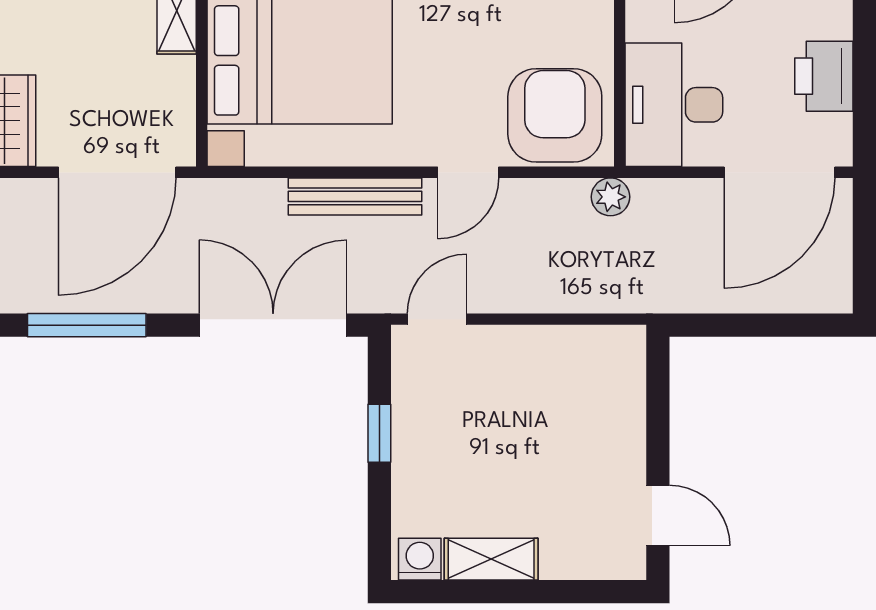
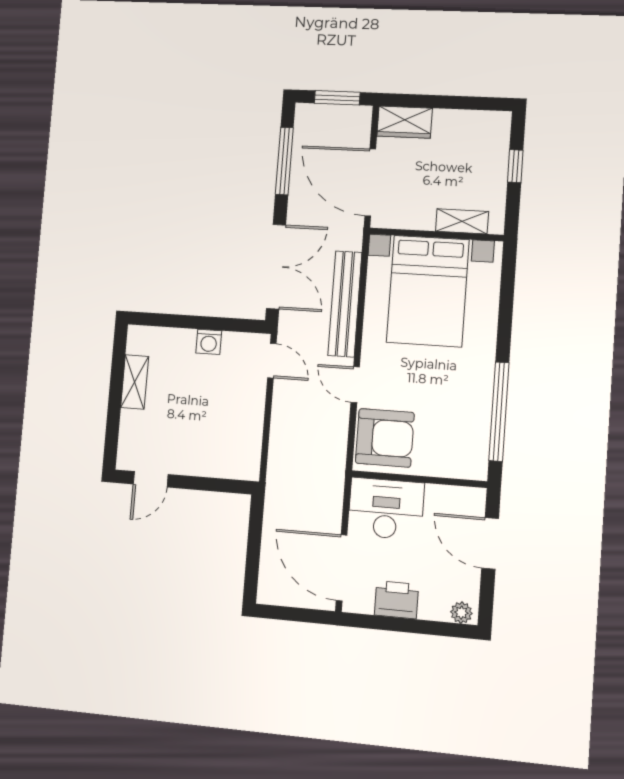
bench: (355, 196) -> (345, 304), width x1.37, depth x1.21
plant: (610, 197) -> (335, 467), removed
window: (379, 433) -> (210, 323), removed
washing machine: (420, 559) -> (209, 342), moved, turned 90

